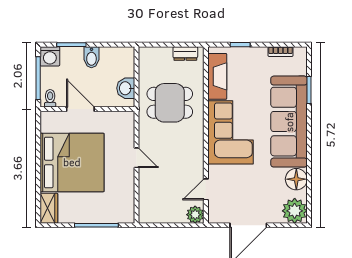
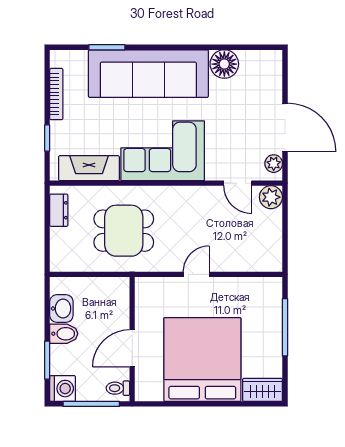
bookcase: (281, 52) -> (56, 94), width x1.56
washbasin: (126, 88) -> (61, 309), moved, turned -90
dining table: (170, 103) -> (124, 231), turned 90
plant: (295, 211) -> (274, 164), moved, width x0.53, depth x0.53

